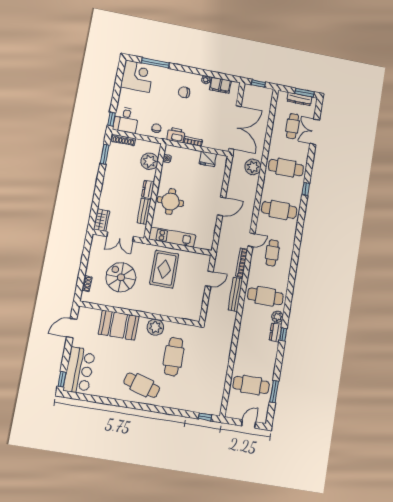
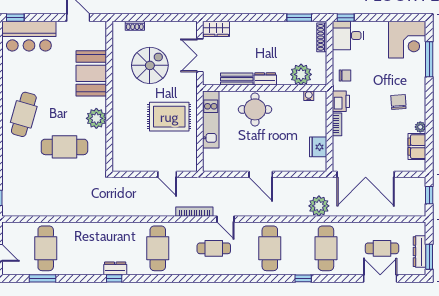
bench: (235, 294) -> (154, 210), removed
plant: (277, 317) -> (135, 268), removed

